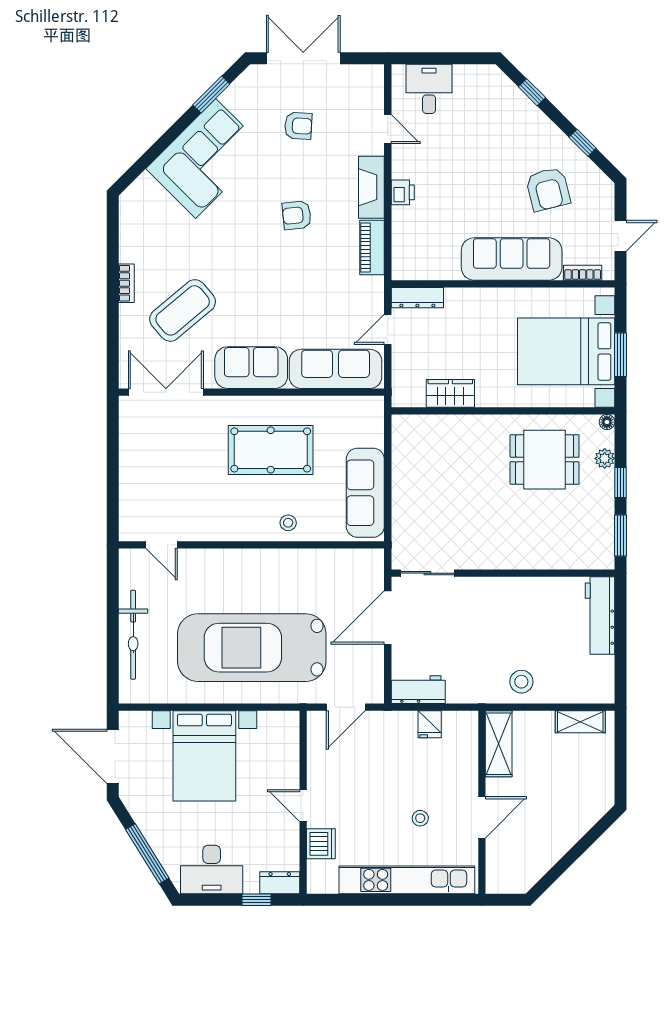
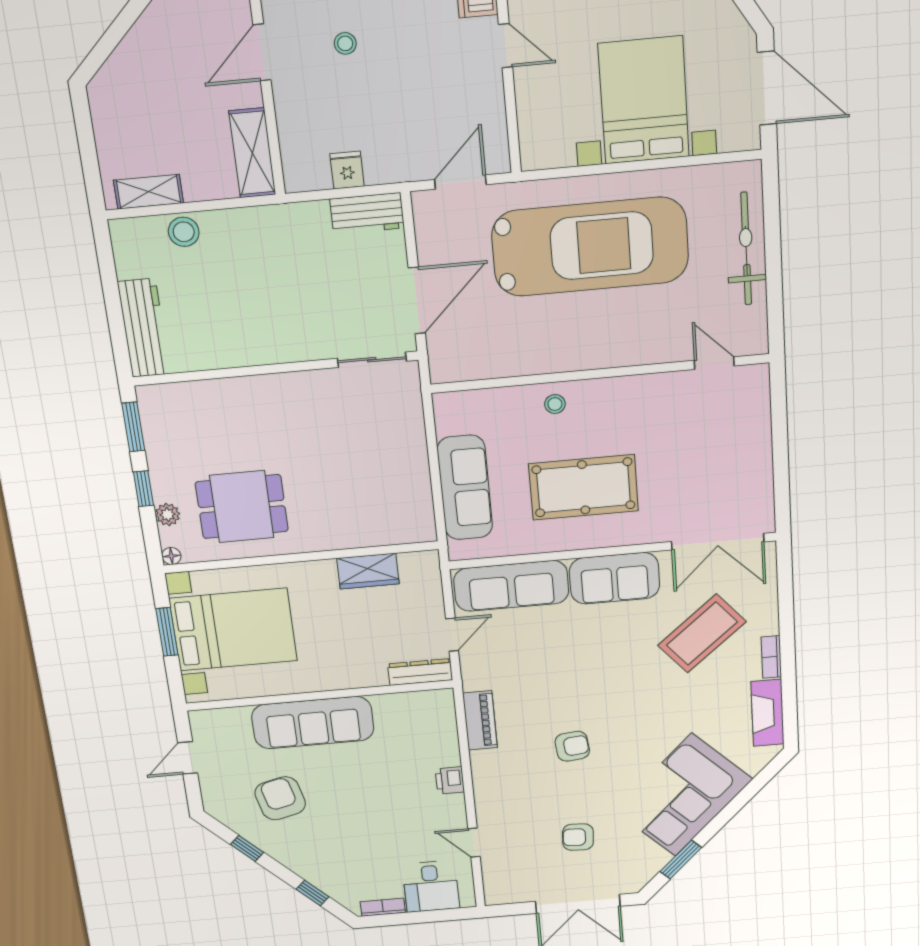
fireplace: (371, 187) -> (767, 713), moved, turned 180
bookcase: (583, 273) -> (383, 907), moved, turned 180
sofa: (365, 493) -> (465, 488), moved
stool: (521, 682) -> (184, 232), moved

